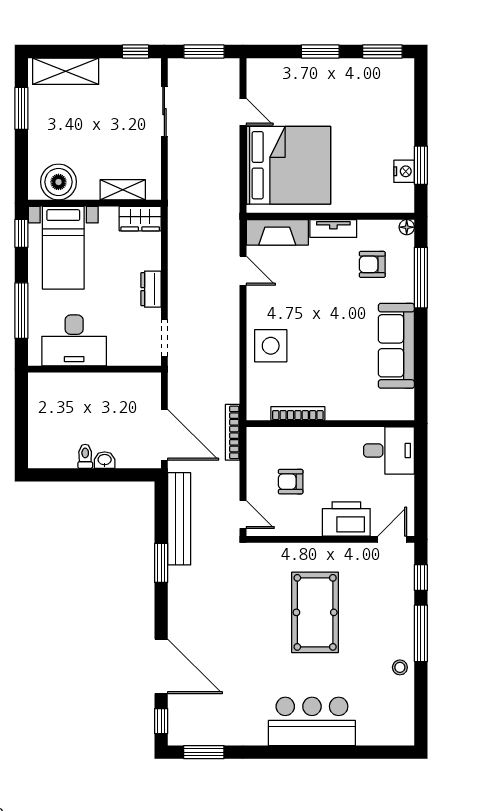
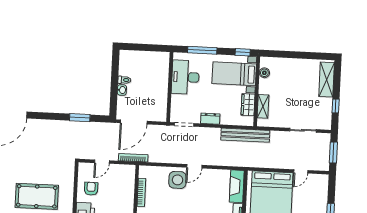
window: (136, 51) -> (336, 106), moved
window: (21, 108) -> (308, 55), removed
boiler: (58, 182) -> (264, 73), width x0.54, depth x0.54
wardrobe: (140, 219) -> (248, 105), moved
door: (243, 271) -> (194, 166), moved
armchair: (291, 482) -> (91, 189), moved
door: (243, 514) -> (102, 162), moved
bench: (179, 519) -> (245, 135), moved
window: (161, 563) -> (80, 118), moved

